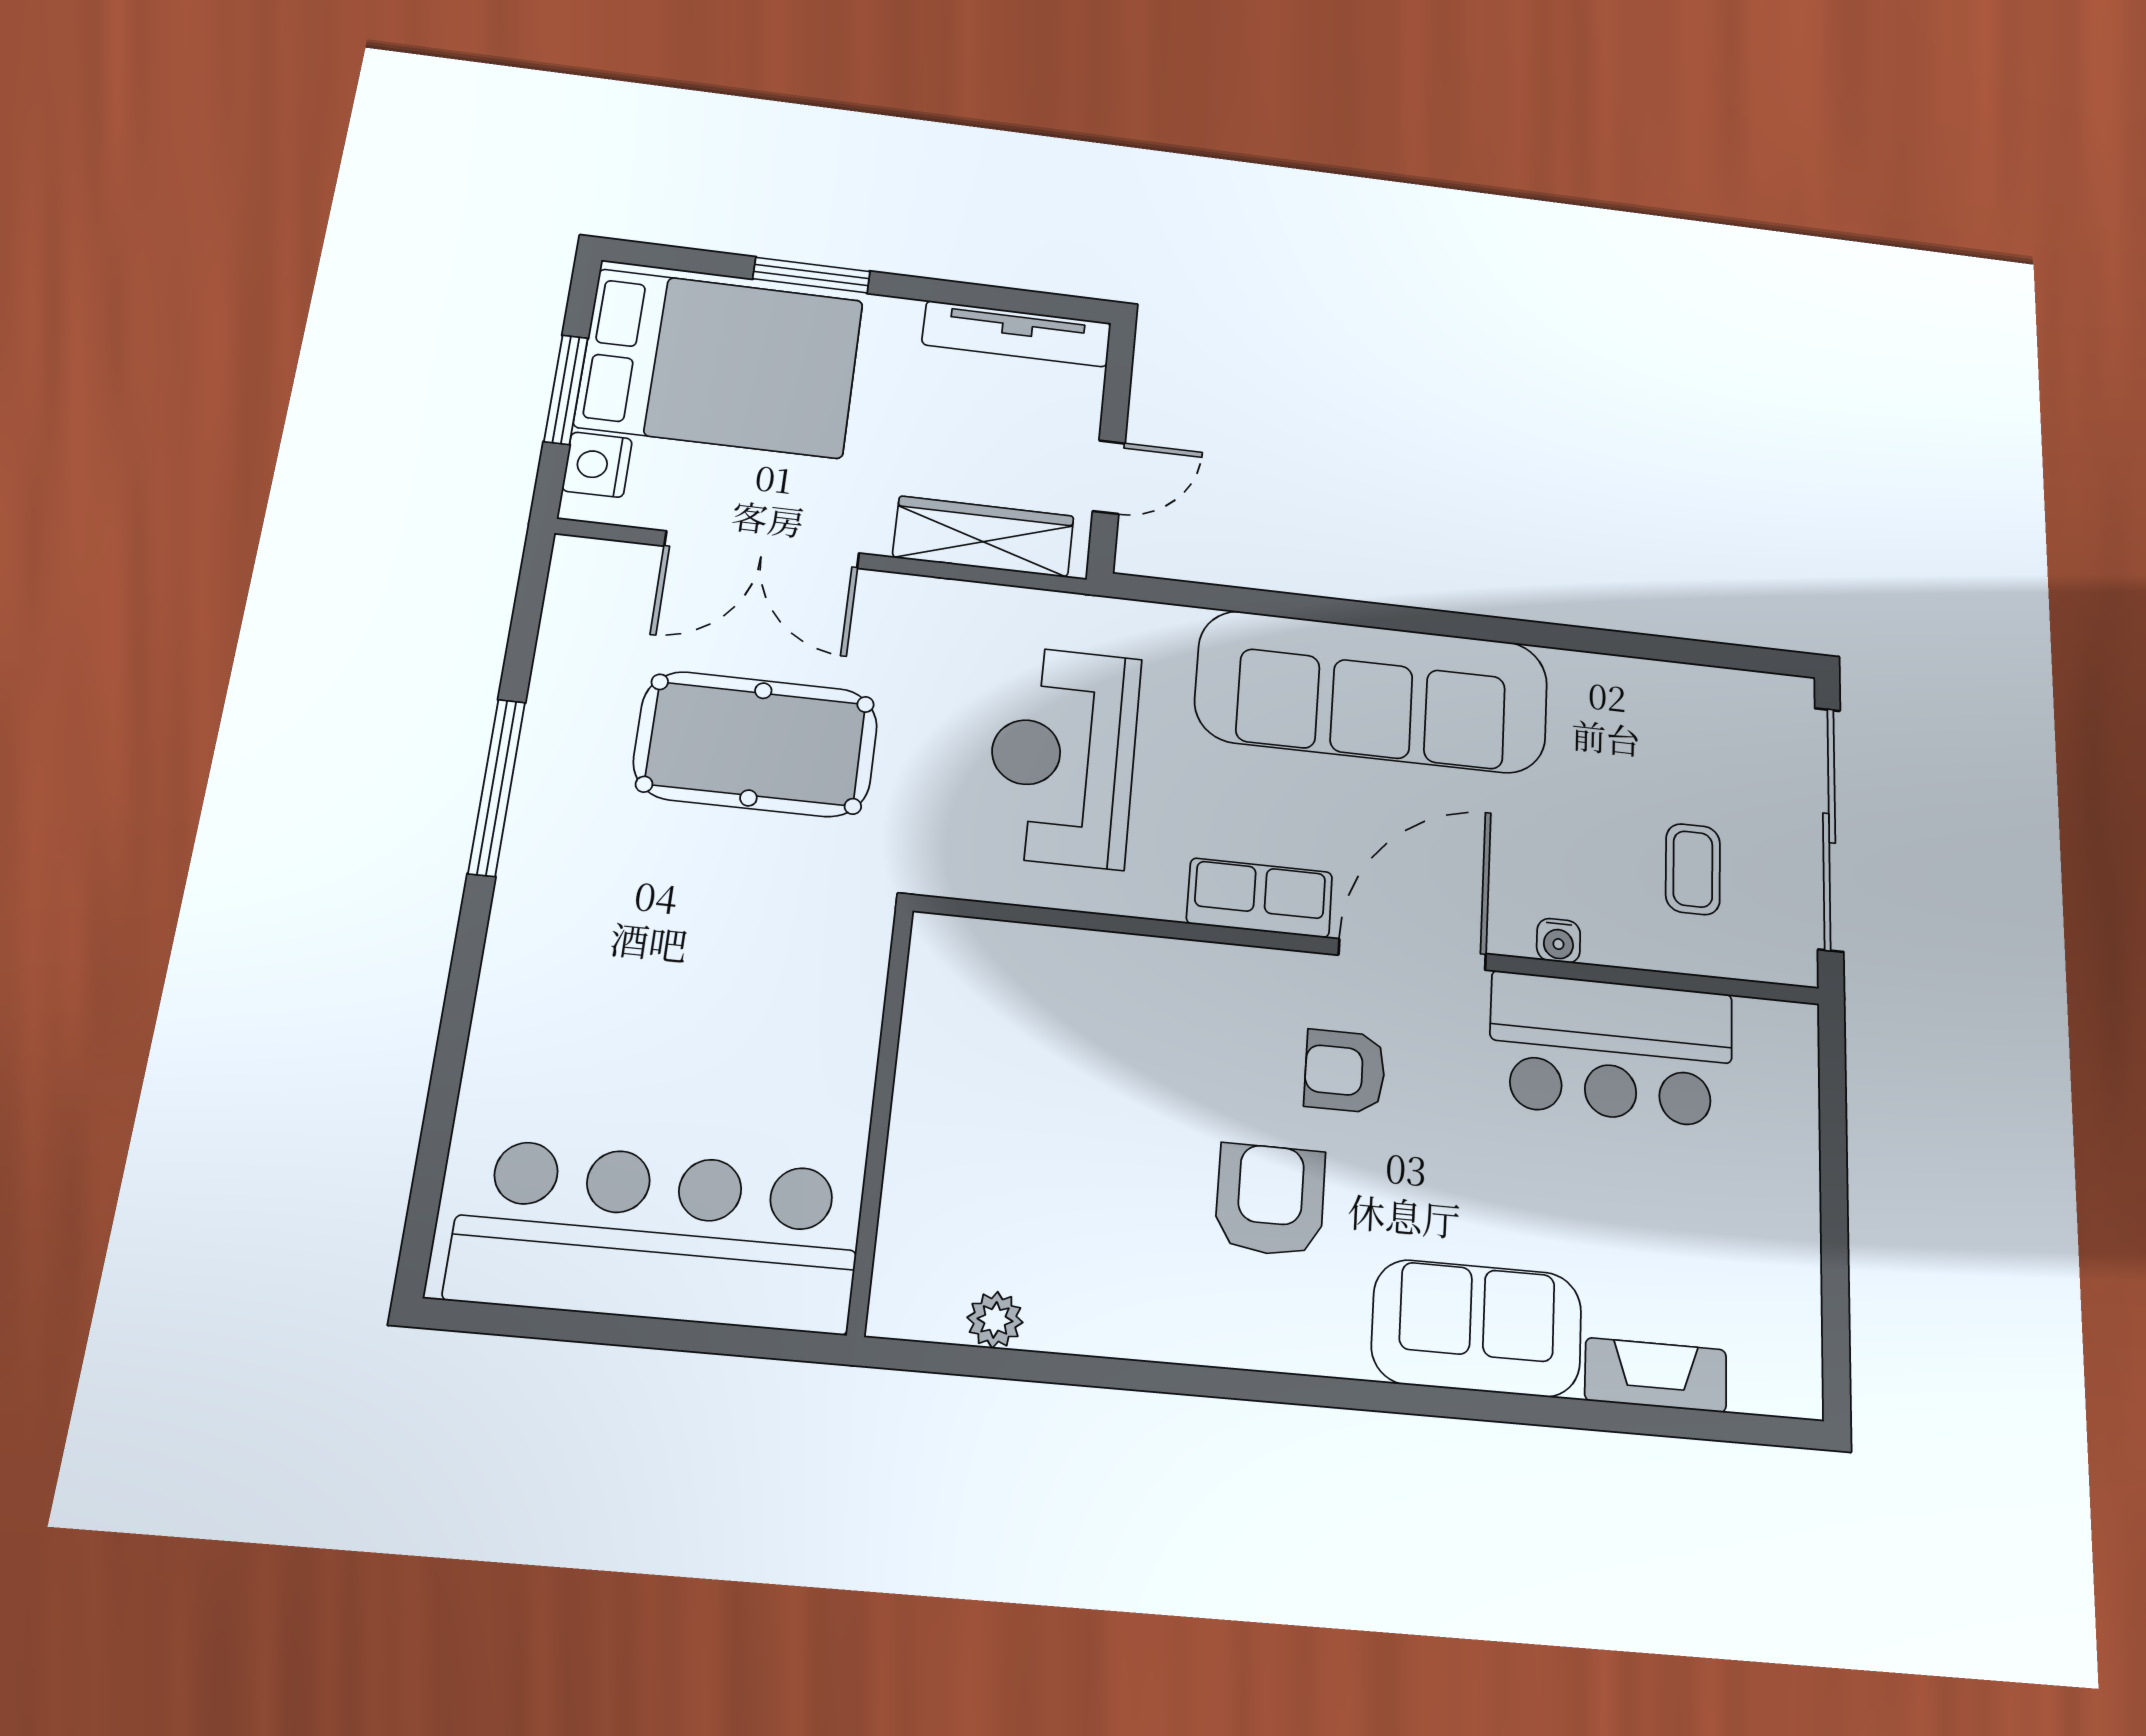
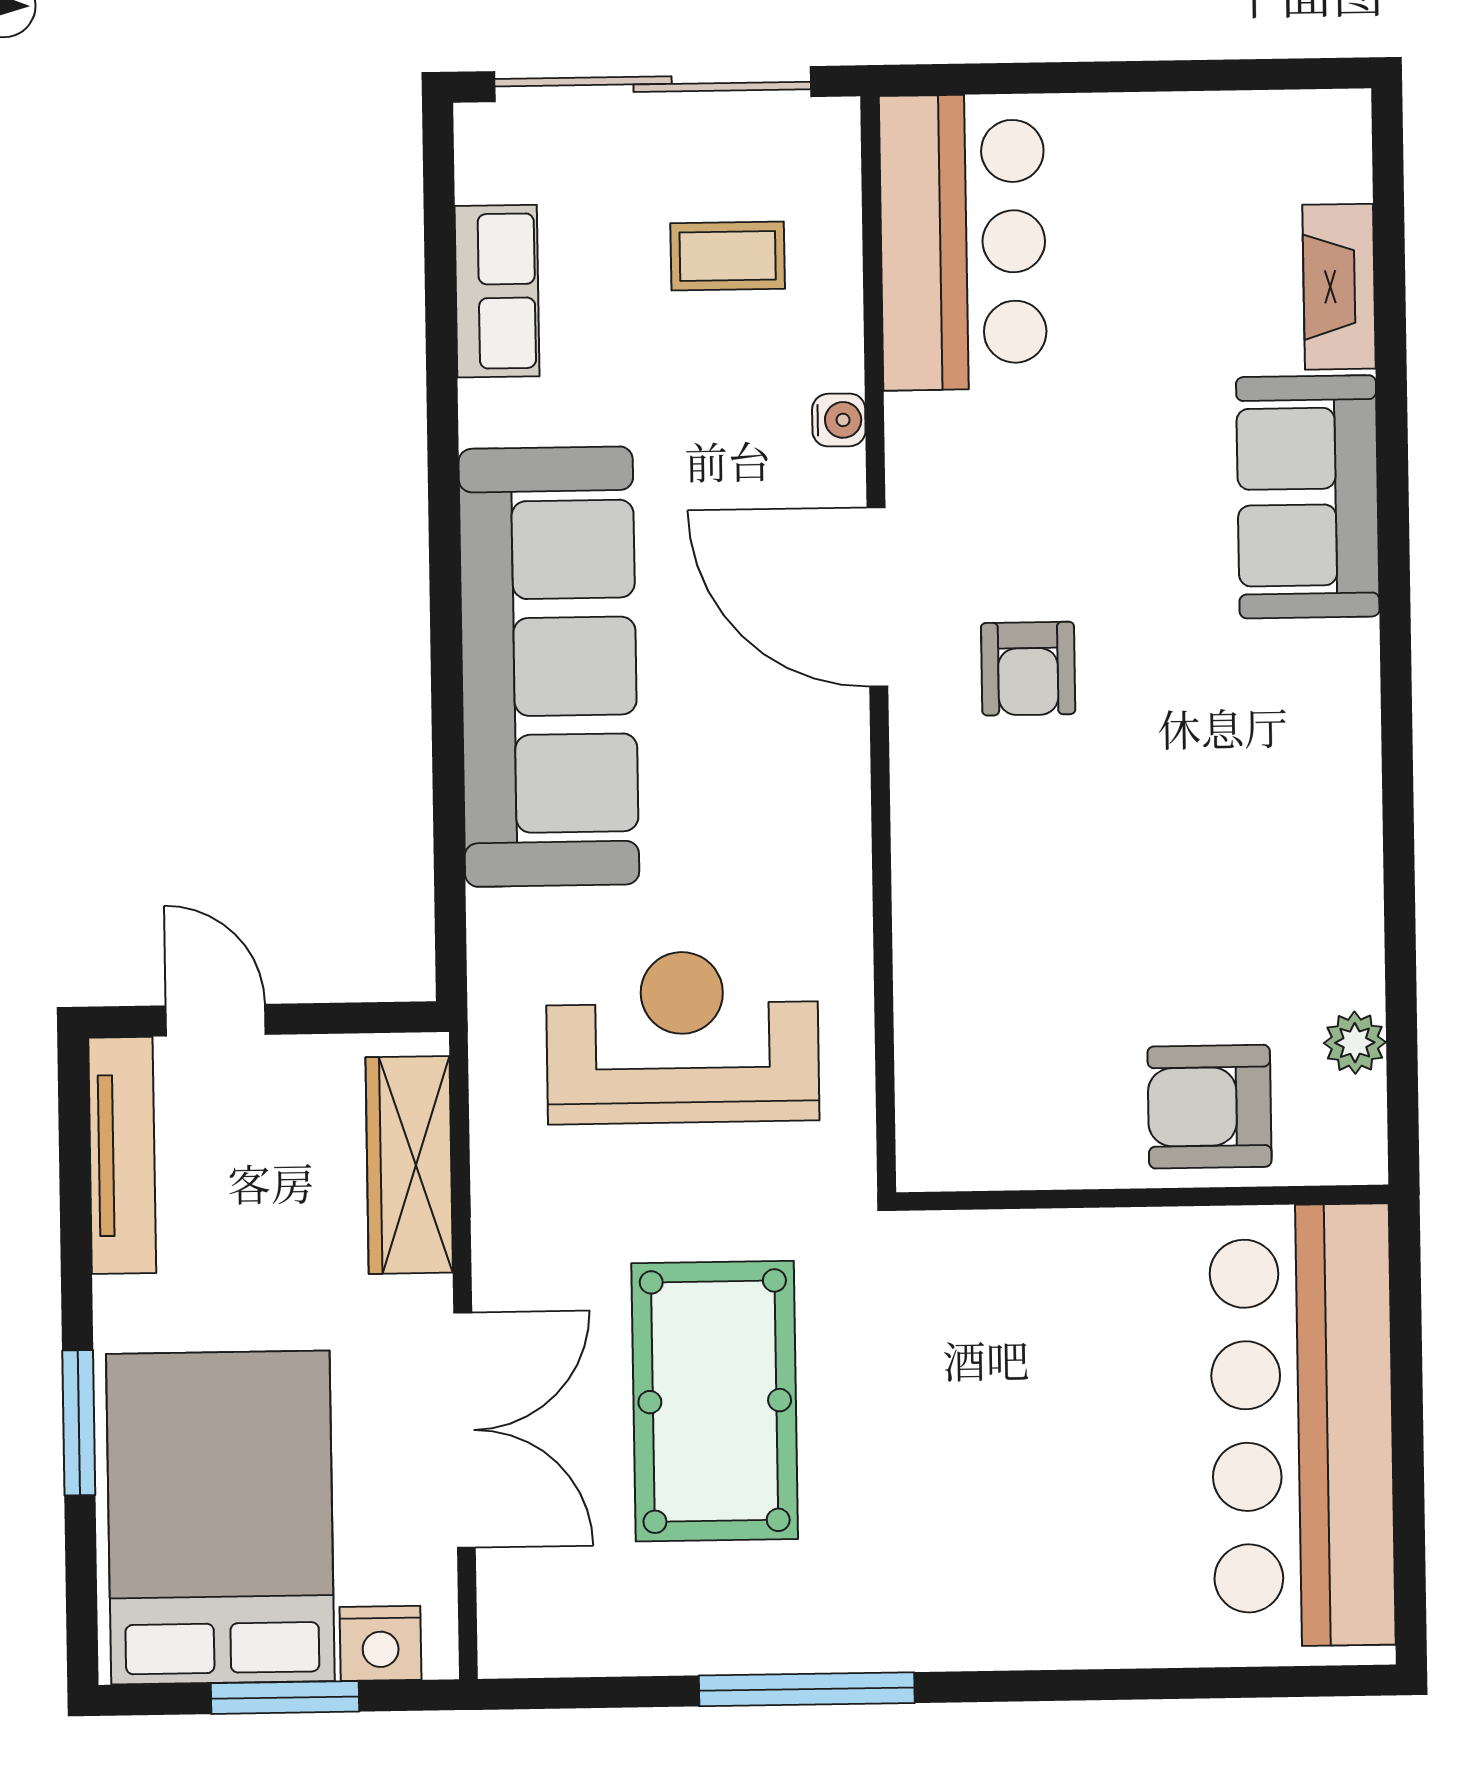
door: (1109, 477) -> (216, 1020), moved
reception desk: (1063, 756) -> (682, 1037), turned 180
row of seats: (1260, 898) -> (497, 291), moved, turned 180
bar counter: (1611, 1049) -> (963, 242), moved
armchair: (1270, 1200) -> (1209, 1107), moved

